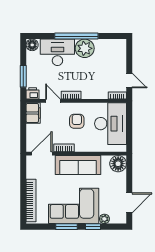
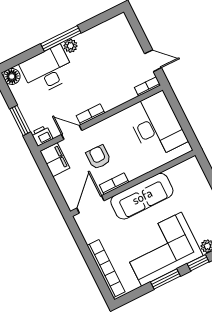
window: (76, 36) -> (61, 38), width x0.68
plant: (85, 48) -> (70, 46), width x0.53, depth x0.53
armchair: (77, 121) -> (98, 157), moved
floor lamp: (118, 164) -> (190, 170), removed

